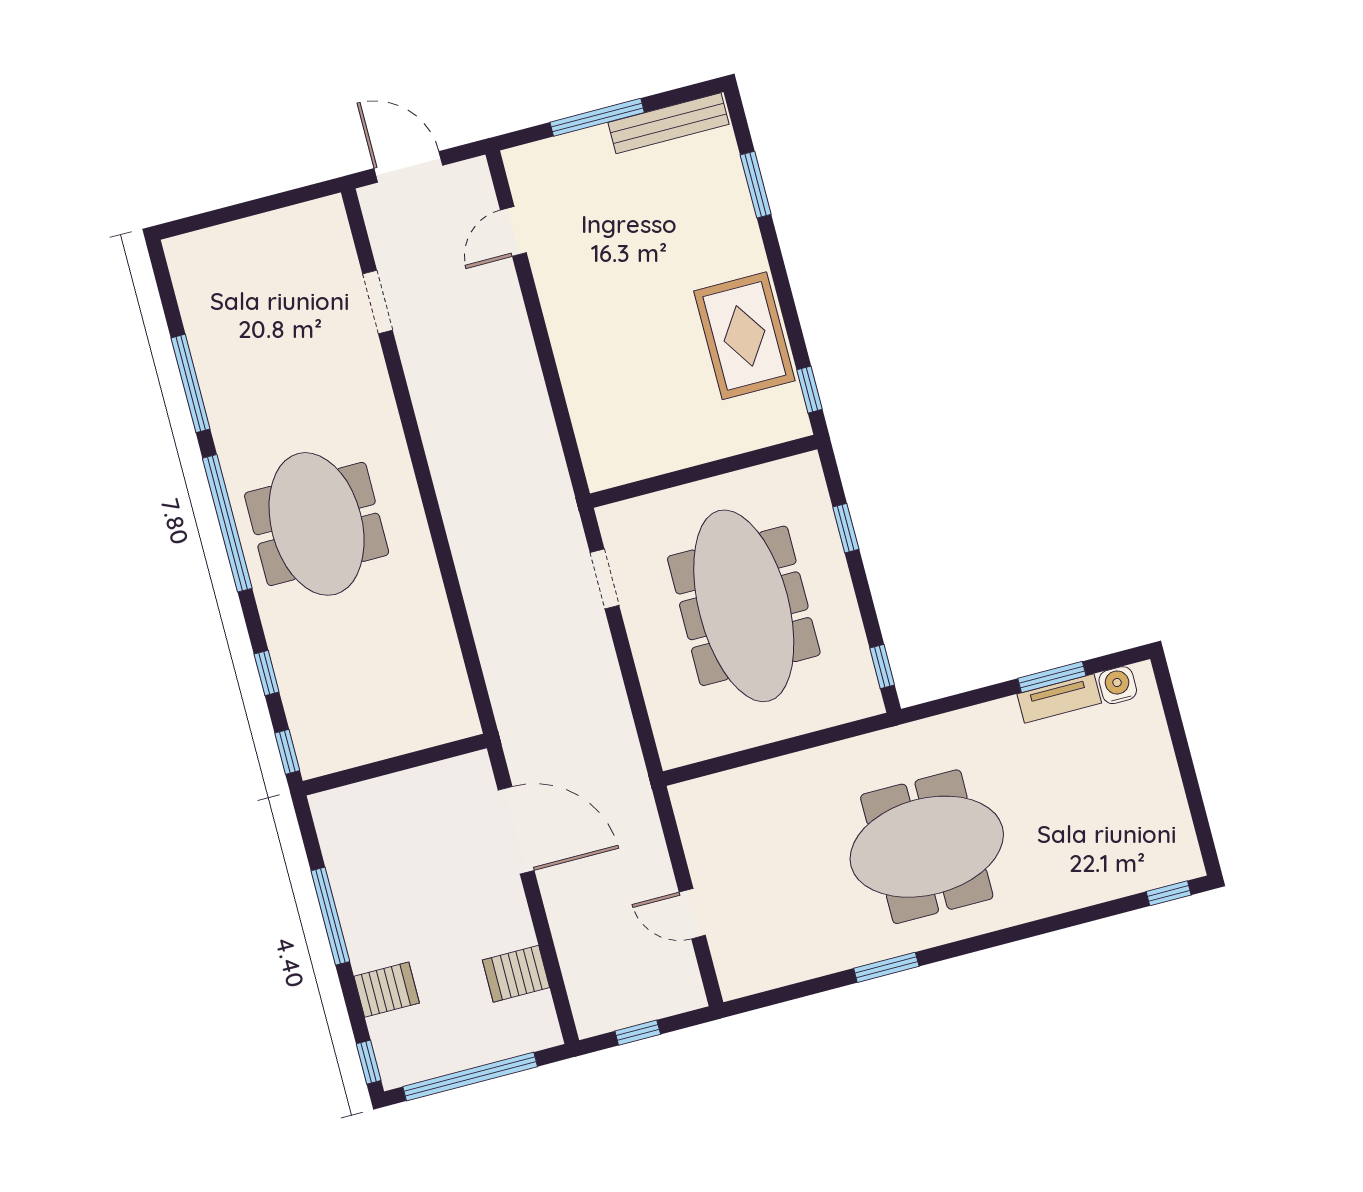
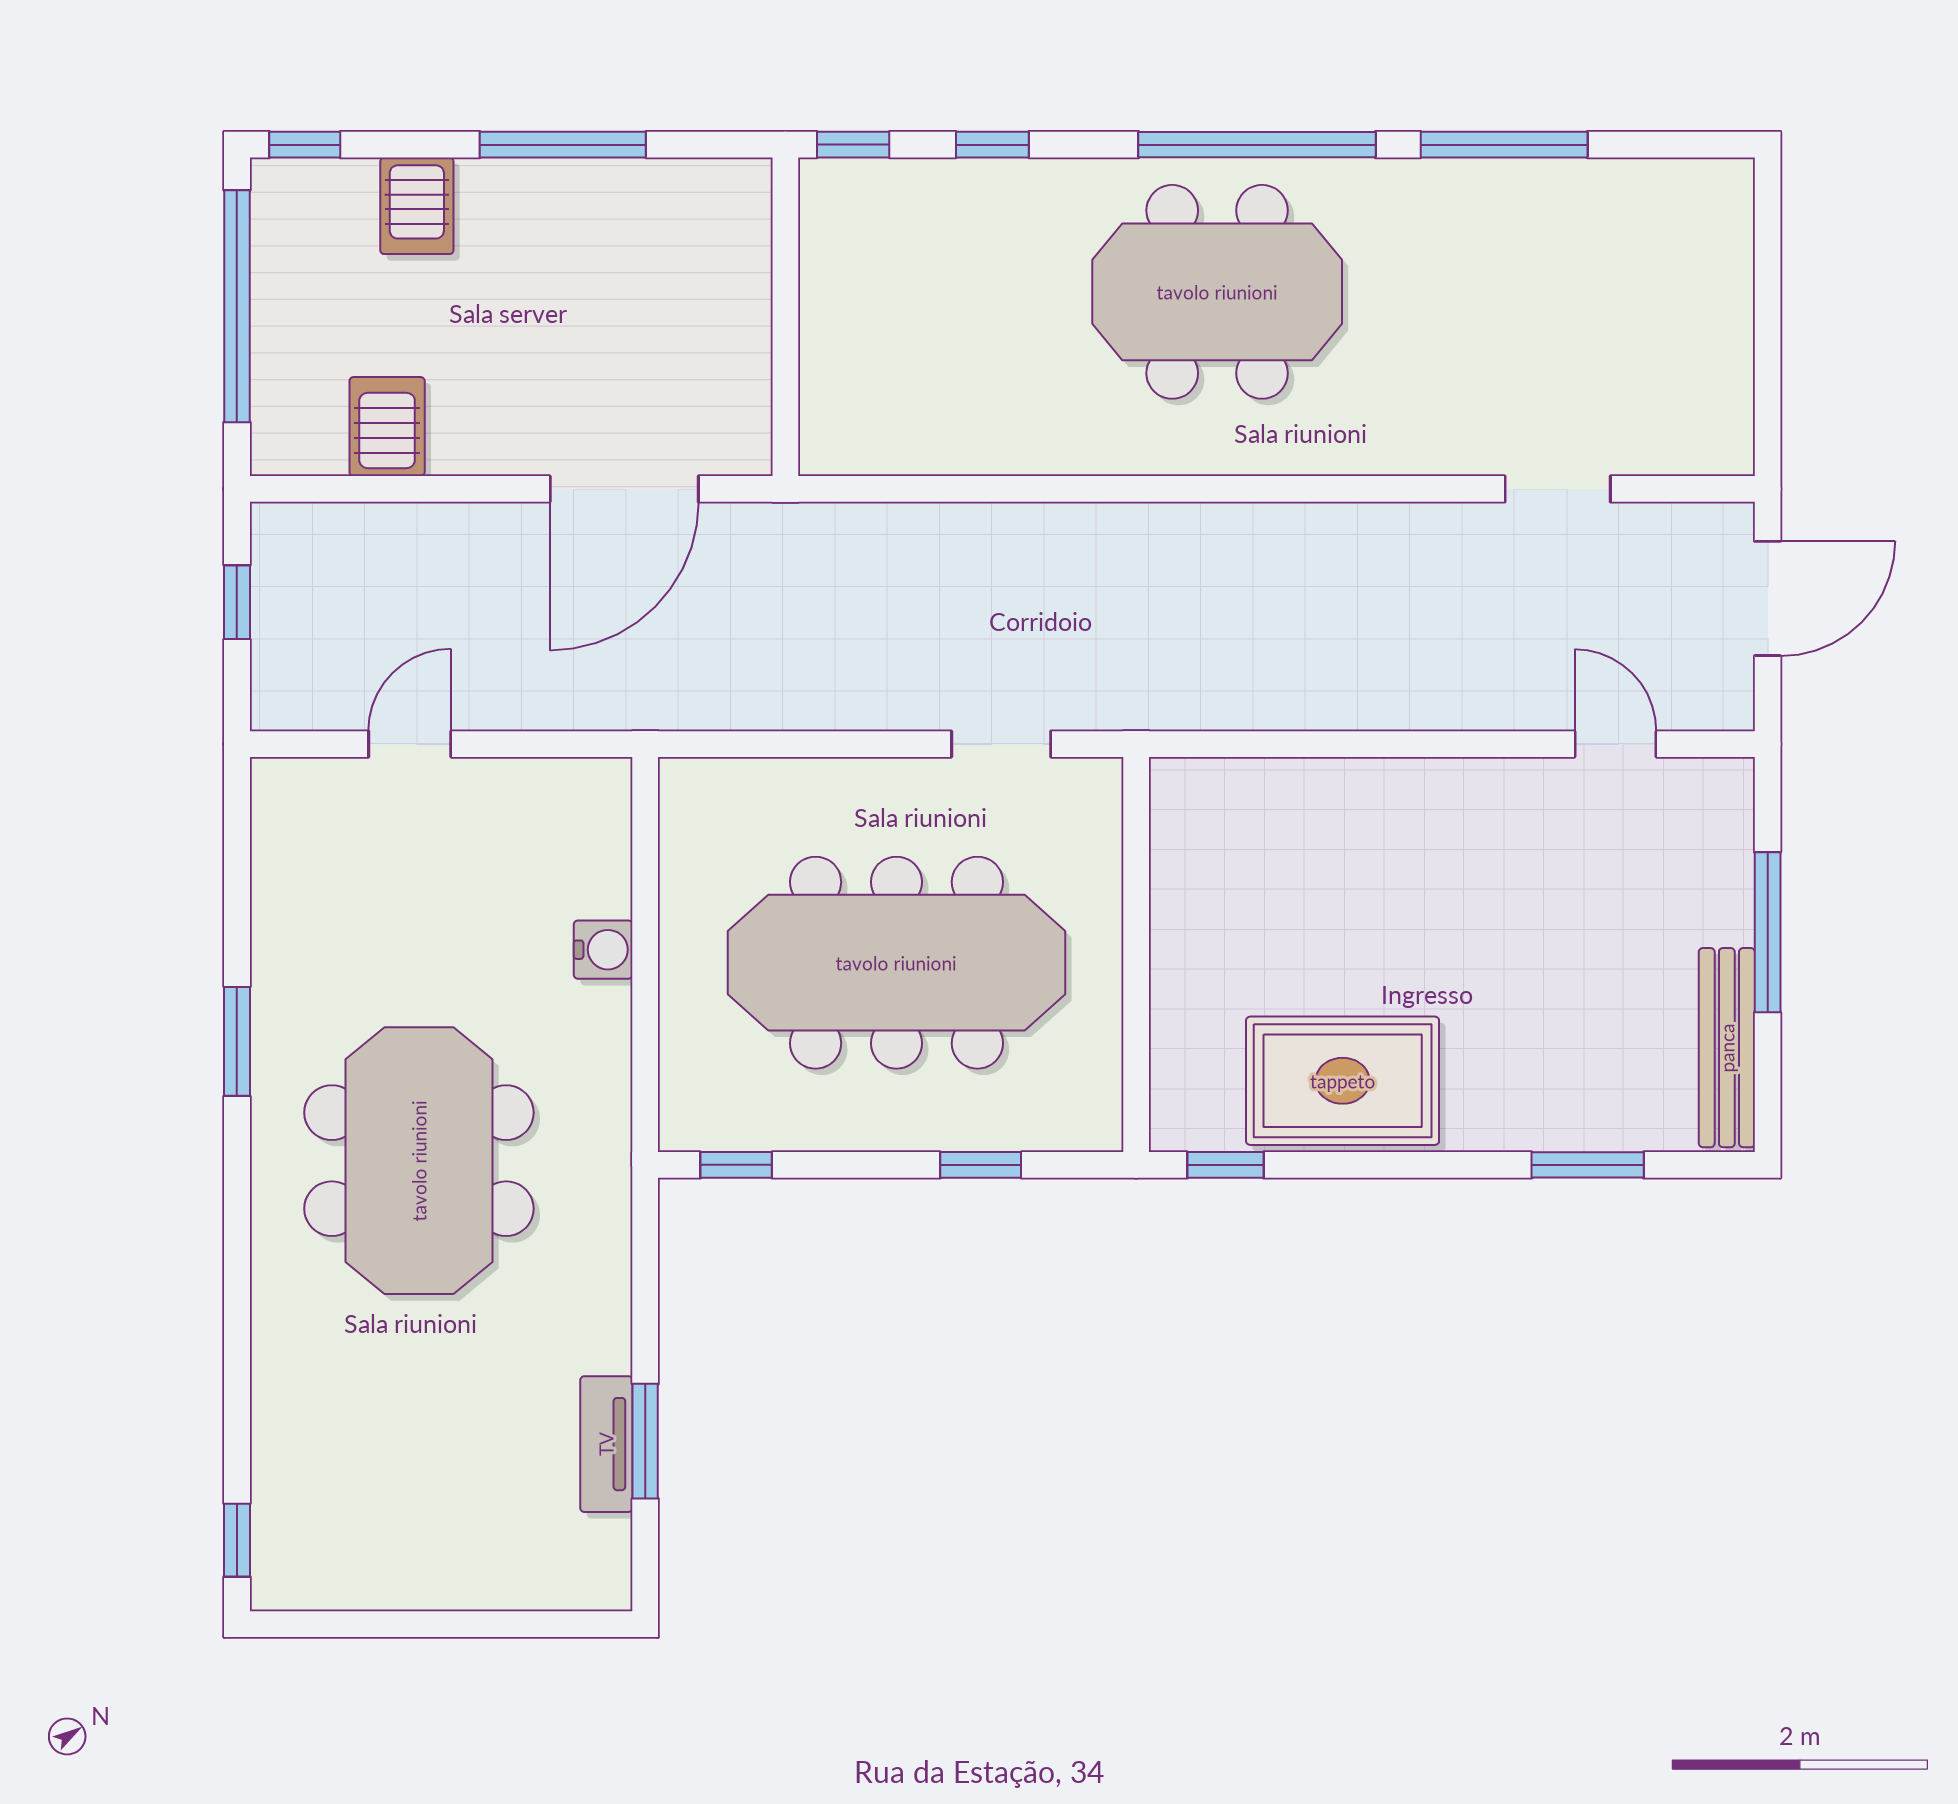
water cooler: (1118, 685) -> (603, 950), moved

